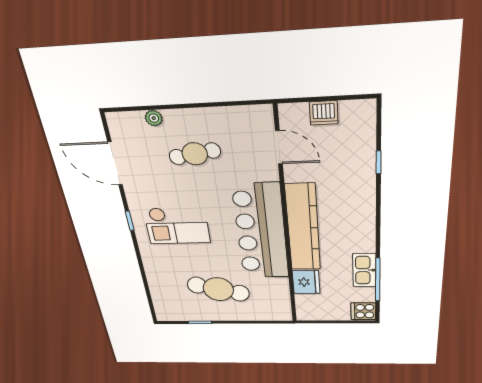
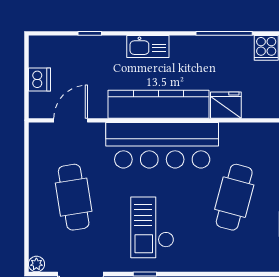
plant: (154, 118) -> (36, 264), moved
cafe table: (195, 154) -> (74, 197), width x1.37, depth x1.35
checkout: (177, 226) -> (152, 227), turned 180
kitchen sink: (364, 270) -> (148, 47), moved

